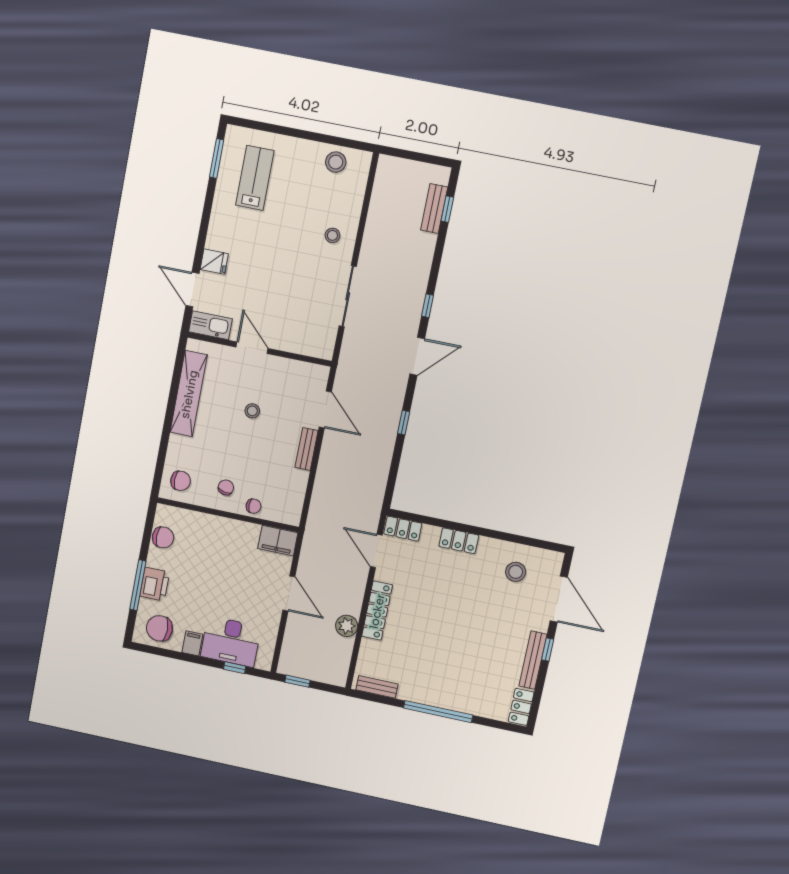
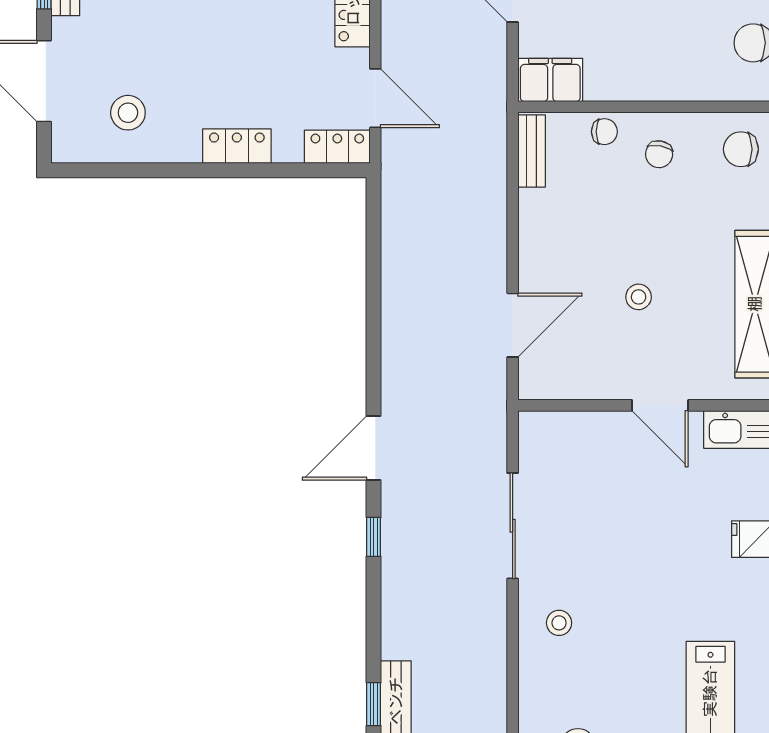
door: (325, 410) -> (513, 325), swing flipped
window: (404, 423) -> (374, 330), removed
bench: (307, 449) -> (532, 151), moved
chair: (254, 506) -> (604, 132), turned 180

